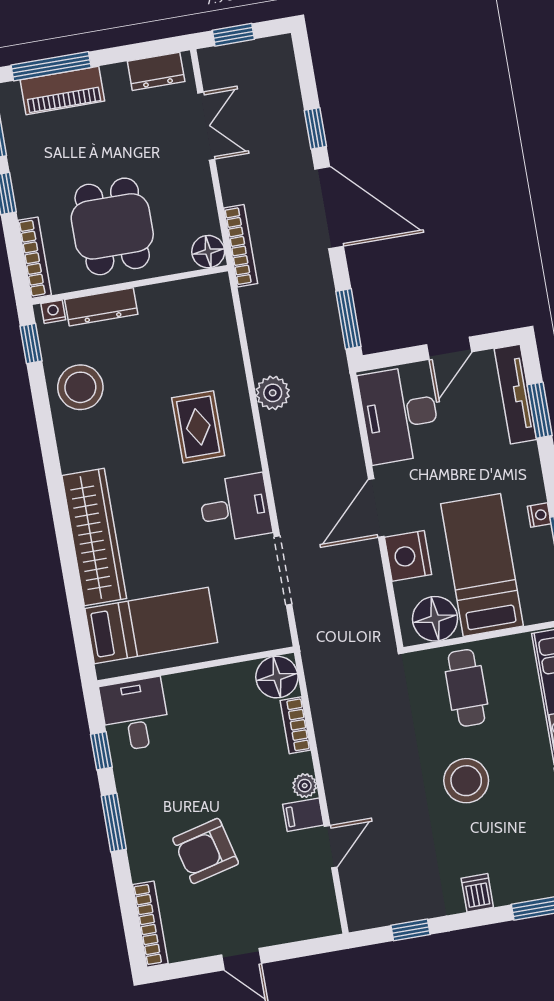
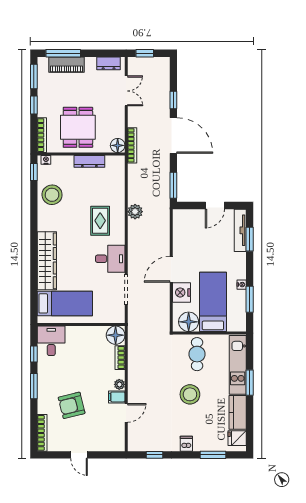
dresser: (101, 307) -> (89, 161), moved
desk: (400, 414) -> (189, 230), removed

